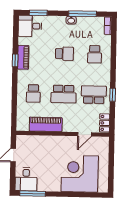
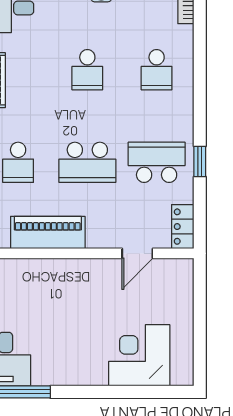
school desk: (64, 54) -> (87, 70), turned 90
corner desk: (80, 174) -> (139, 355), width x0.74, depth x0.74

